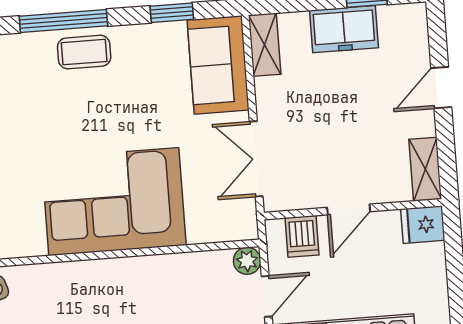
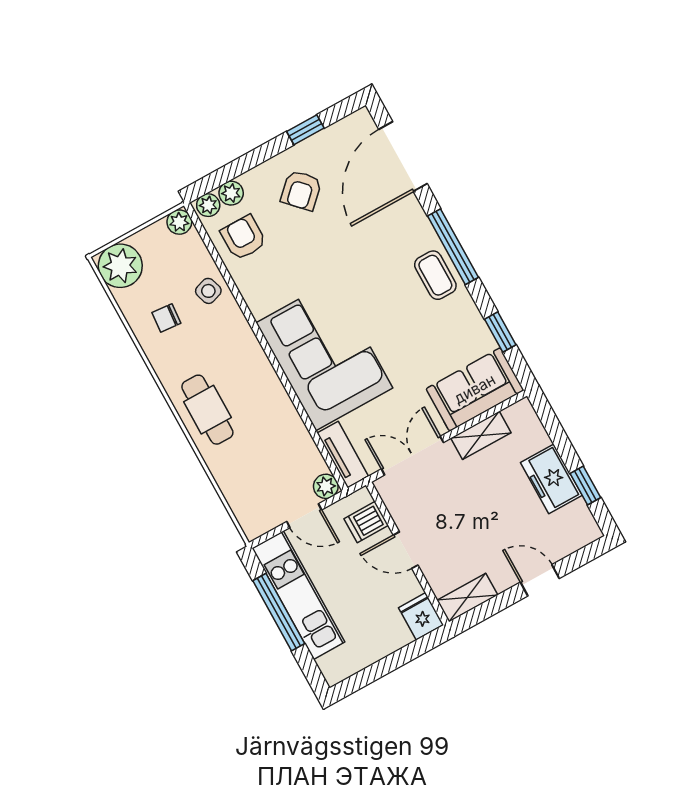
shelving: (265, 45) -> (481, 435), moved
tv unit: (223, 229) -> (343, 455), added

